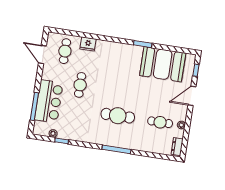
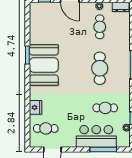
booth: (163, 64) -> (44, 65), moved
cafe table: (80, 85) -> (105, 108), moved

